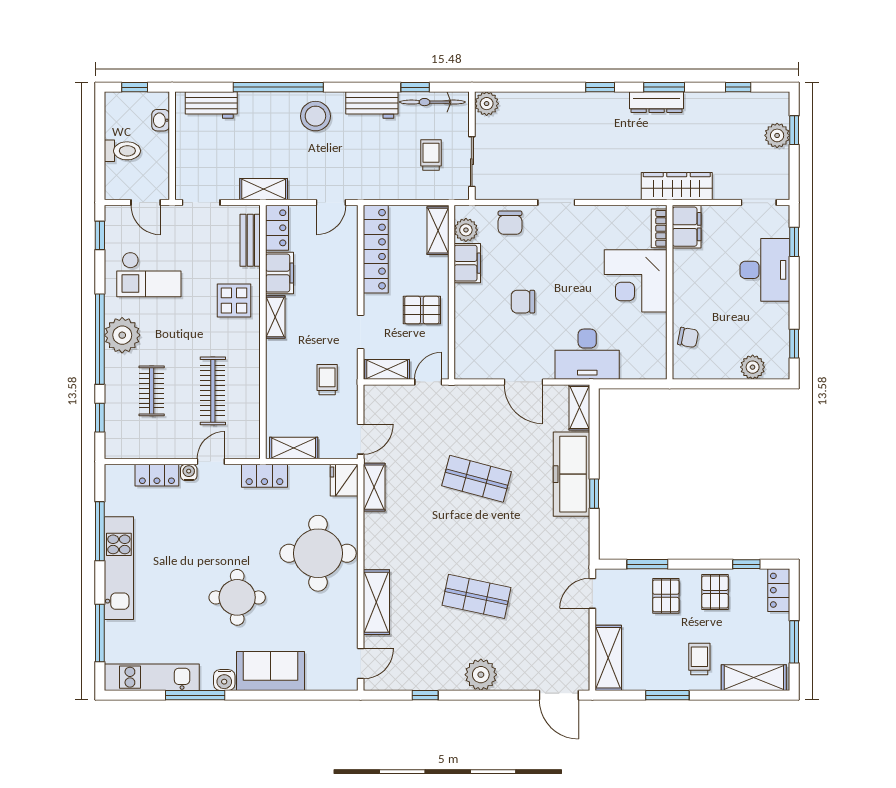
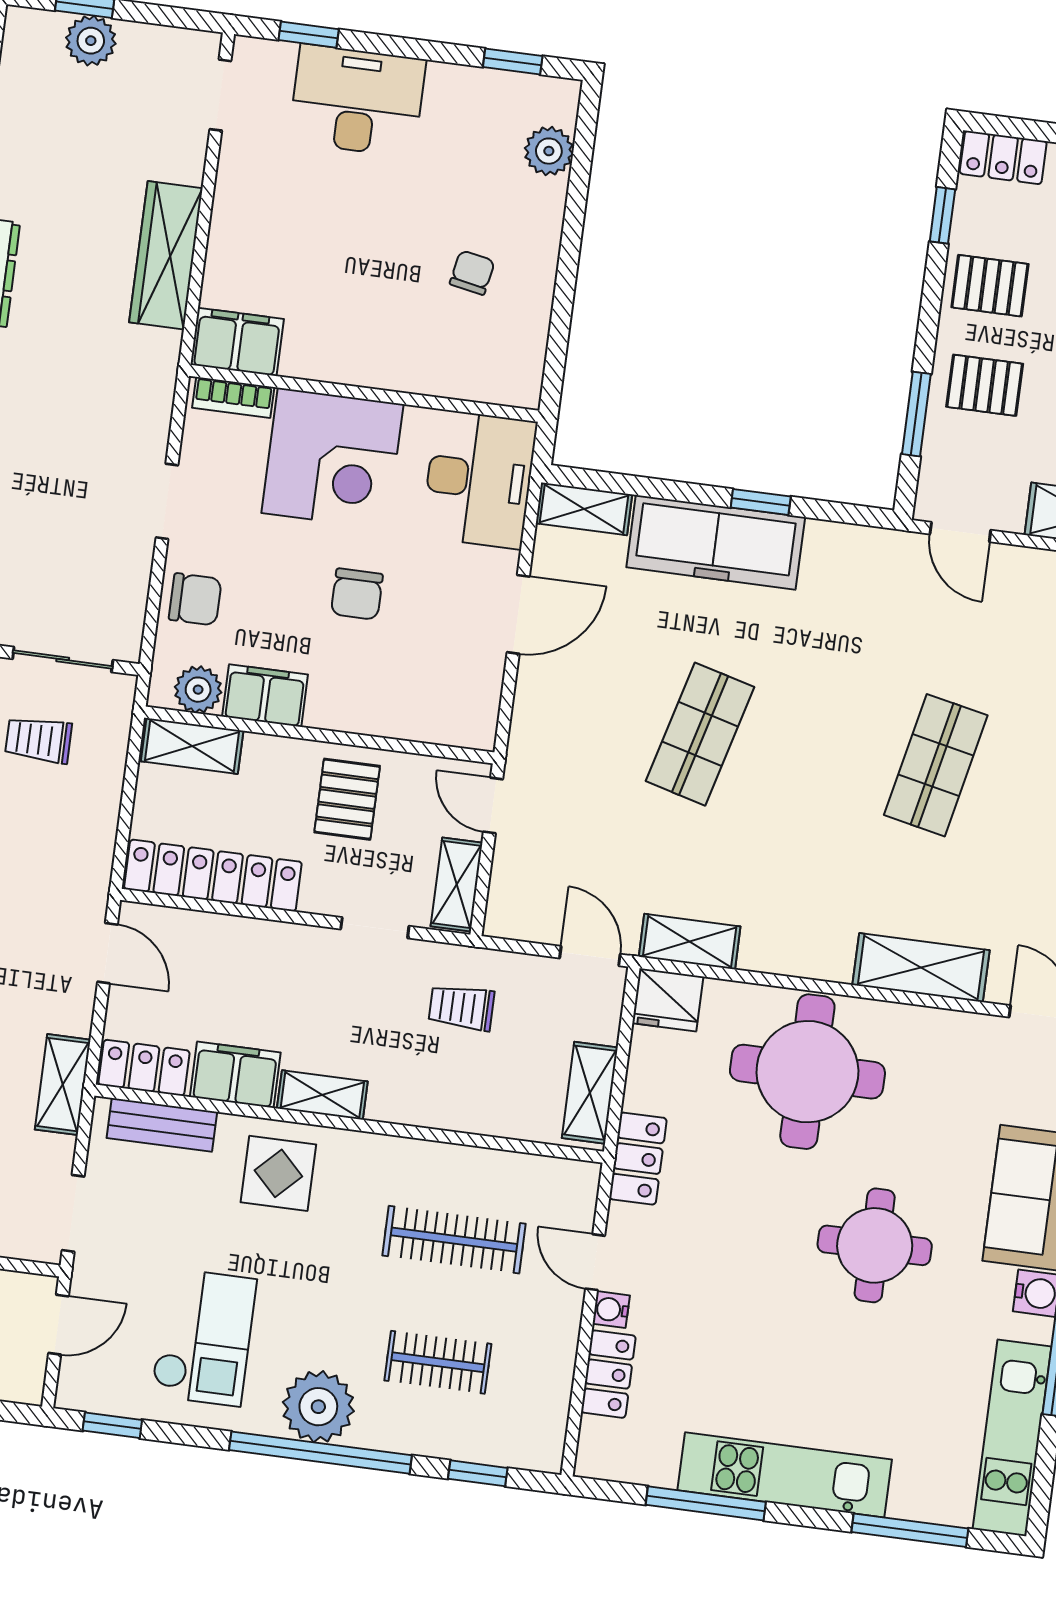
filing cabinet: (687, 227) -> (237, 342), moved
bookcase: (659, 228) -> (233, 397), moved
corner desk: (636, 281) -> (332, 459), moved
wall: (670, 292) -> (364, 393), moved

